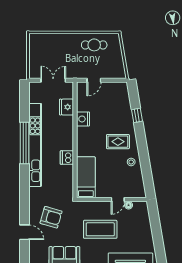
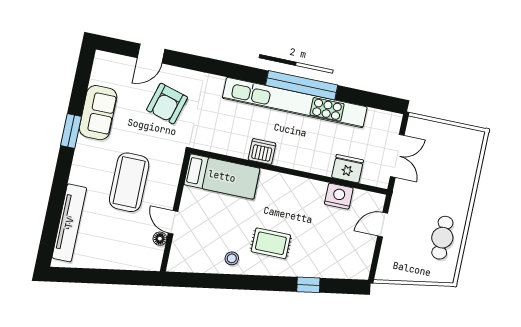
door: (94, 80) -> (383, 225), hinge flipped
nightstand: (83, 119) -> (339, 196), moved
rug: (118, 142) -> (271, 243), turned 90

